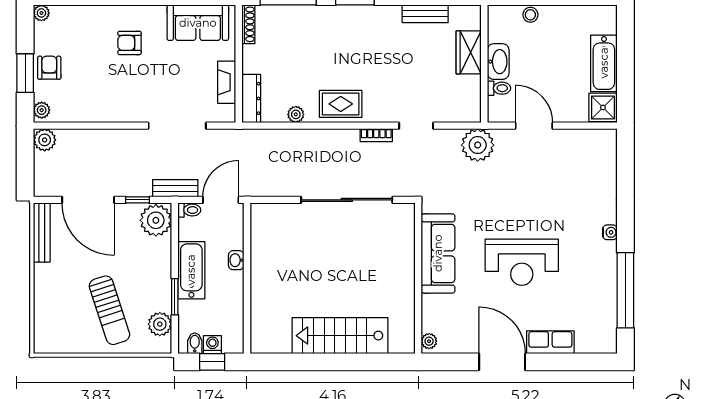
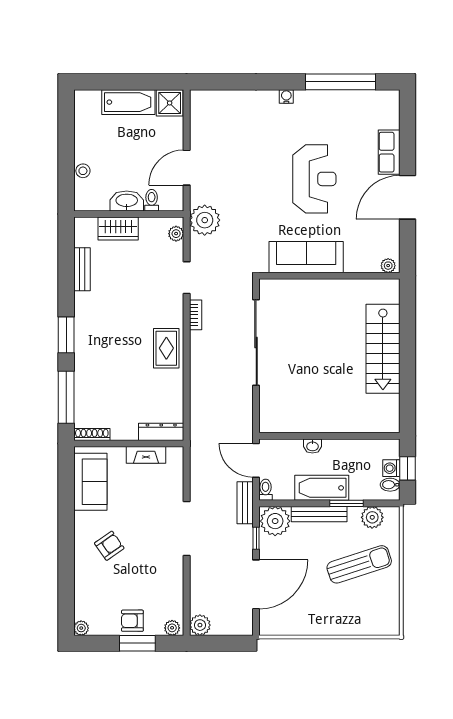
armchair: (129, 43) -> (109, 546), turned -125
plant: (296, 114) -> (176, 234), moved
doorway: (177, 126) -> (187, 529), moved
bench: (42, 233) -> (319, 514), moved

